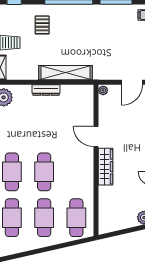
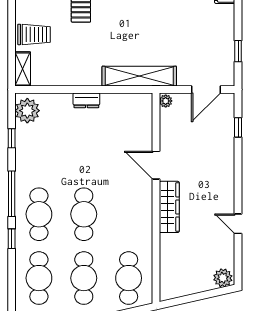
shelving: (65, 73) -> (139, 76), moved
dresser: (46, 90) -> (86, 100), width x0.70

